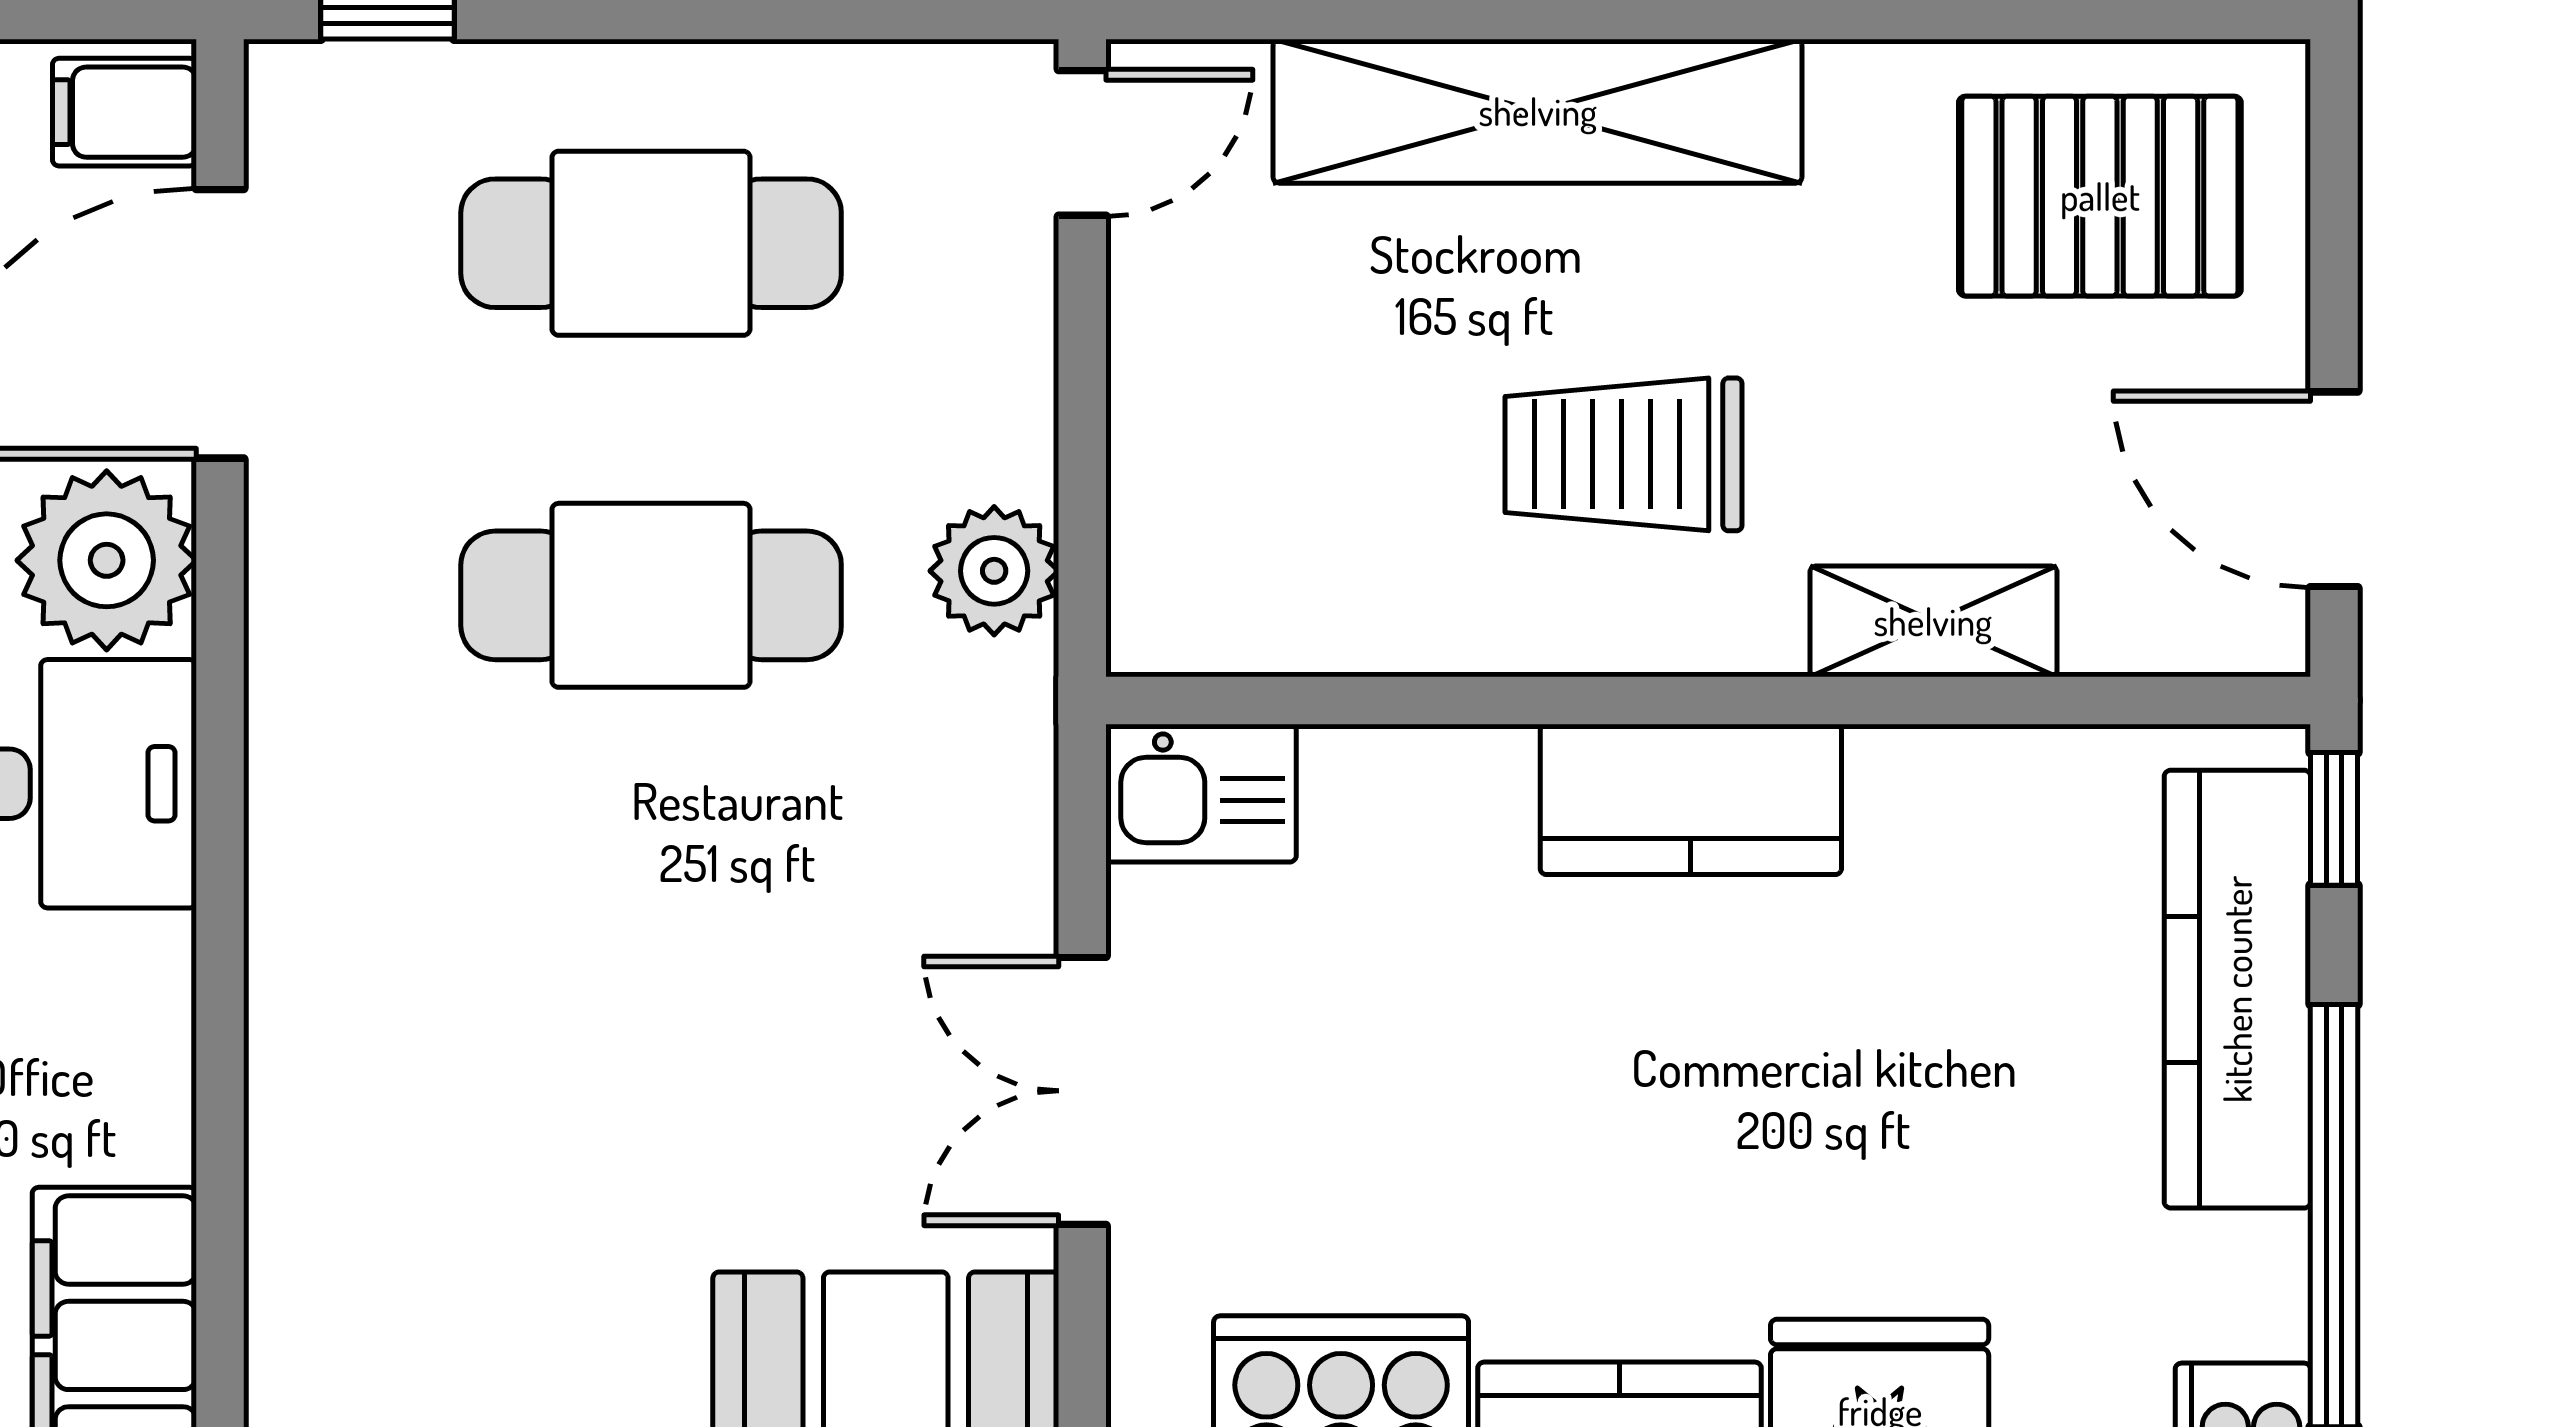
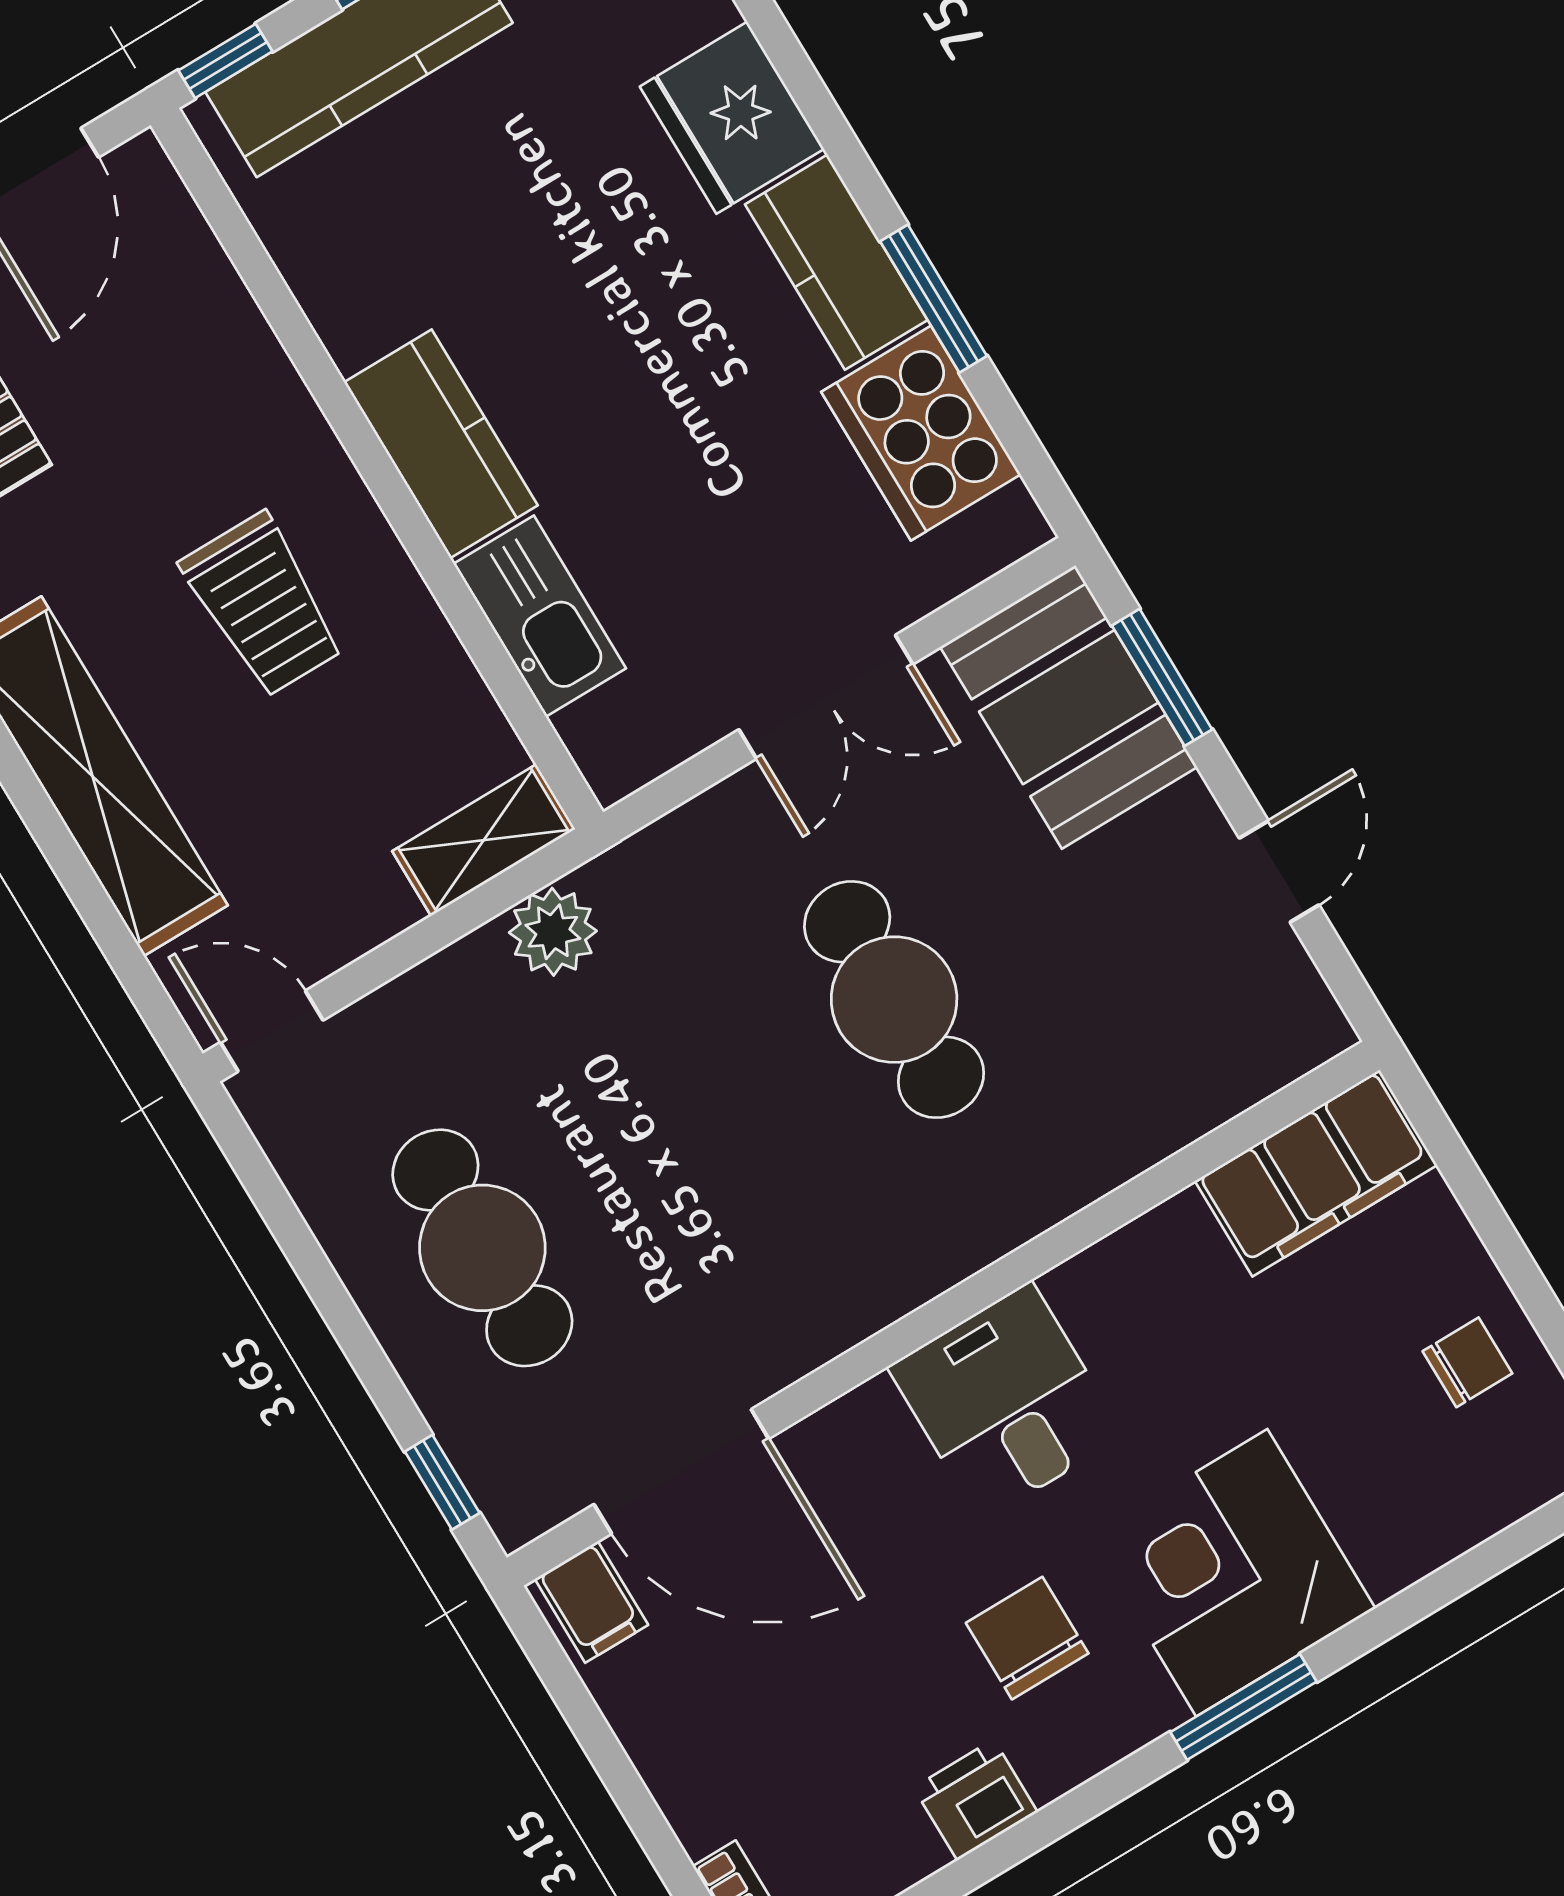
plant: (107, 560) -> (860, 1454), removed
cafe table: (651, 595) -> (894, 1000), moved
shelving: (1933, 621) -> (484, 840), moved, turned 90
kitchen sink: (1201, 793) -> (540, 616), moved, width x1.38

